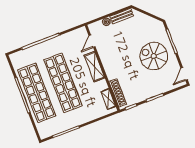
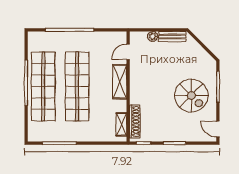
spiral stairs: (154, 56) -> (191, 96), turned 180
door: (184, 74) -> (218, 129), hinge flipped

